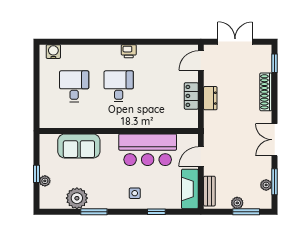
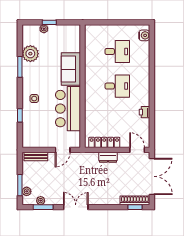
double door: (235, 42) -> (152, 176), width x1.37
printer: (129, 51) -> (144, 112), moved
shoe rack: (266, 92) -> (135, 200), moved
locker: (191, 96) -> (104, 142), width x1.53
sofa: (79, 146) -> (71, 69), moved
door: (201, 157) -> (63, 150), swing flipped
fireplace: (190, 189) -> (37, 141), removed
plant: (237, 203) -> (27, 191), moved

